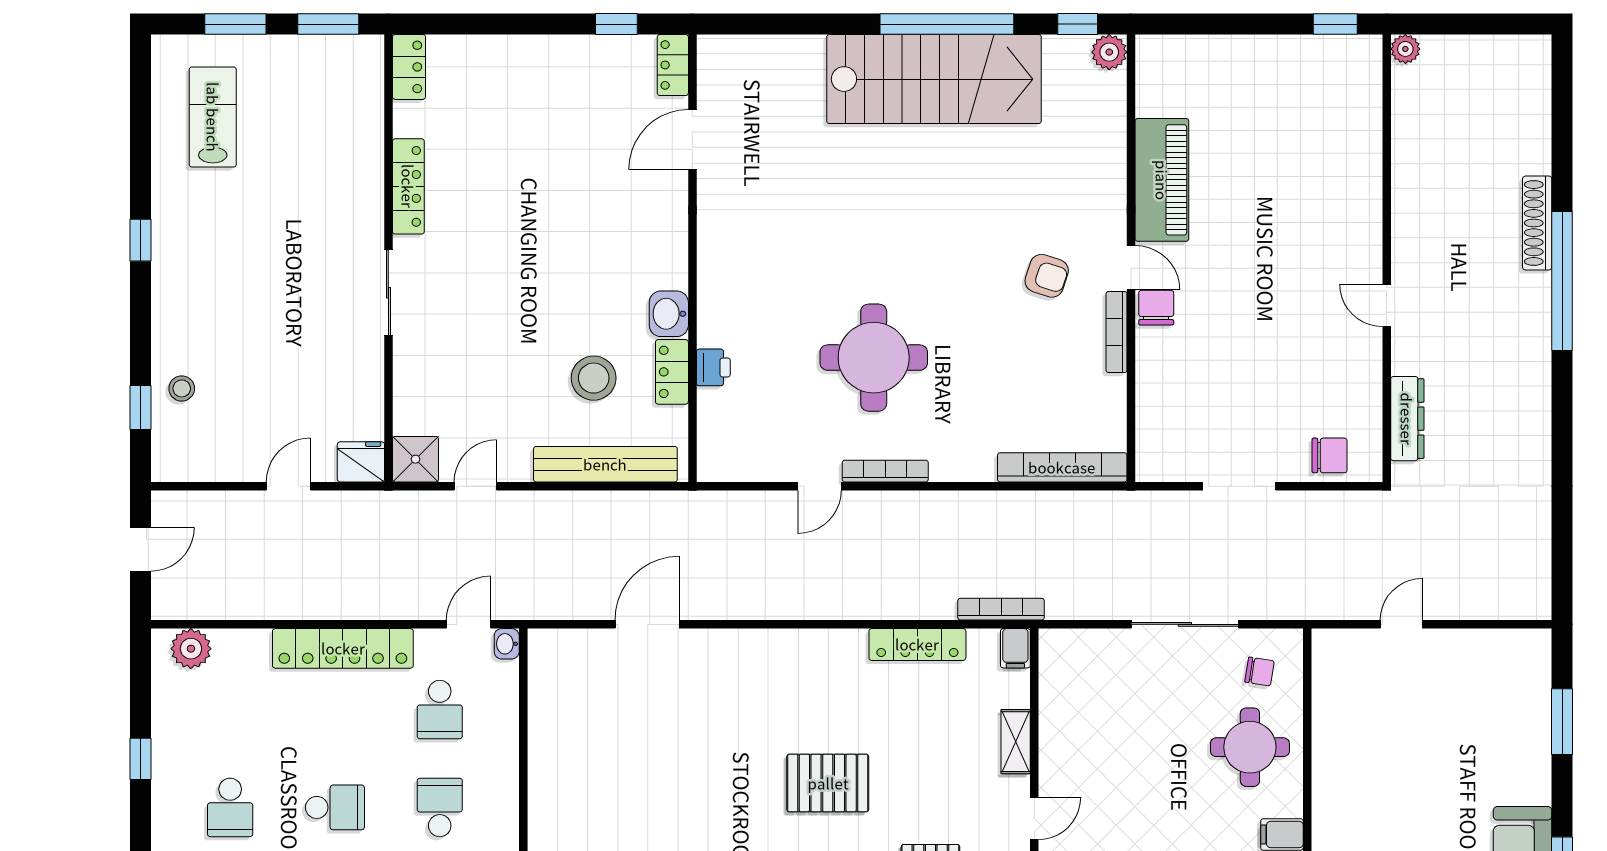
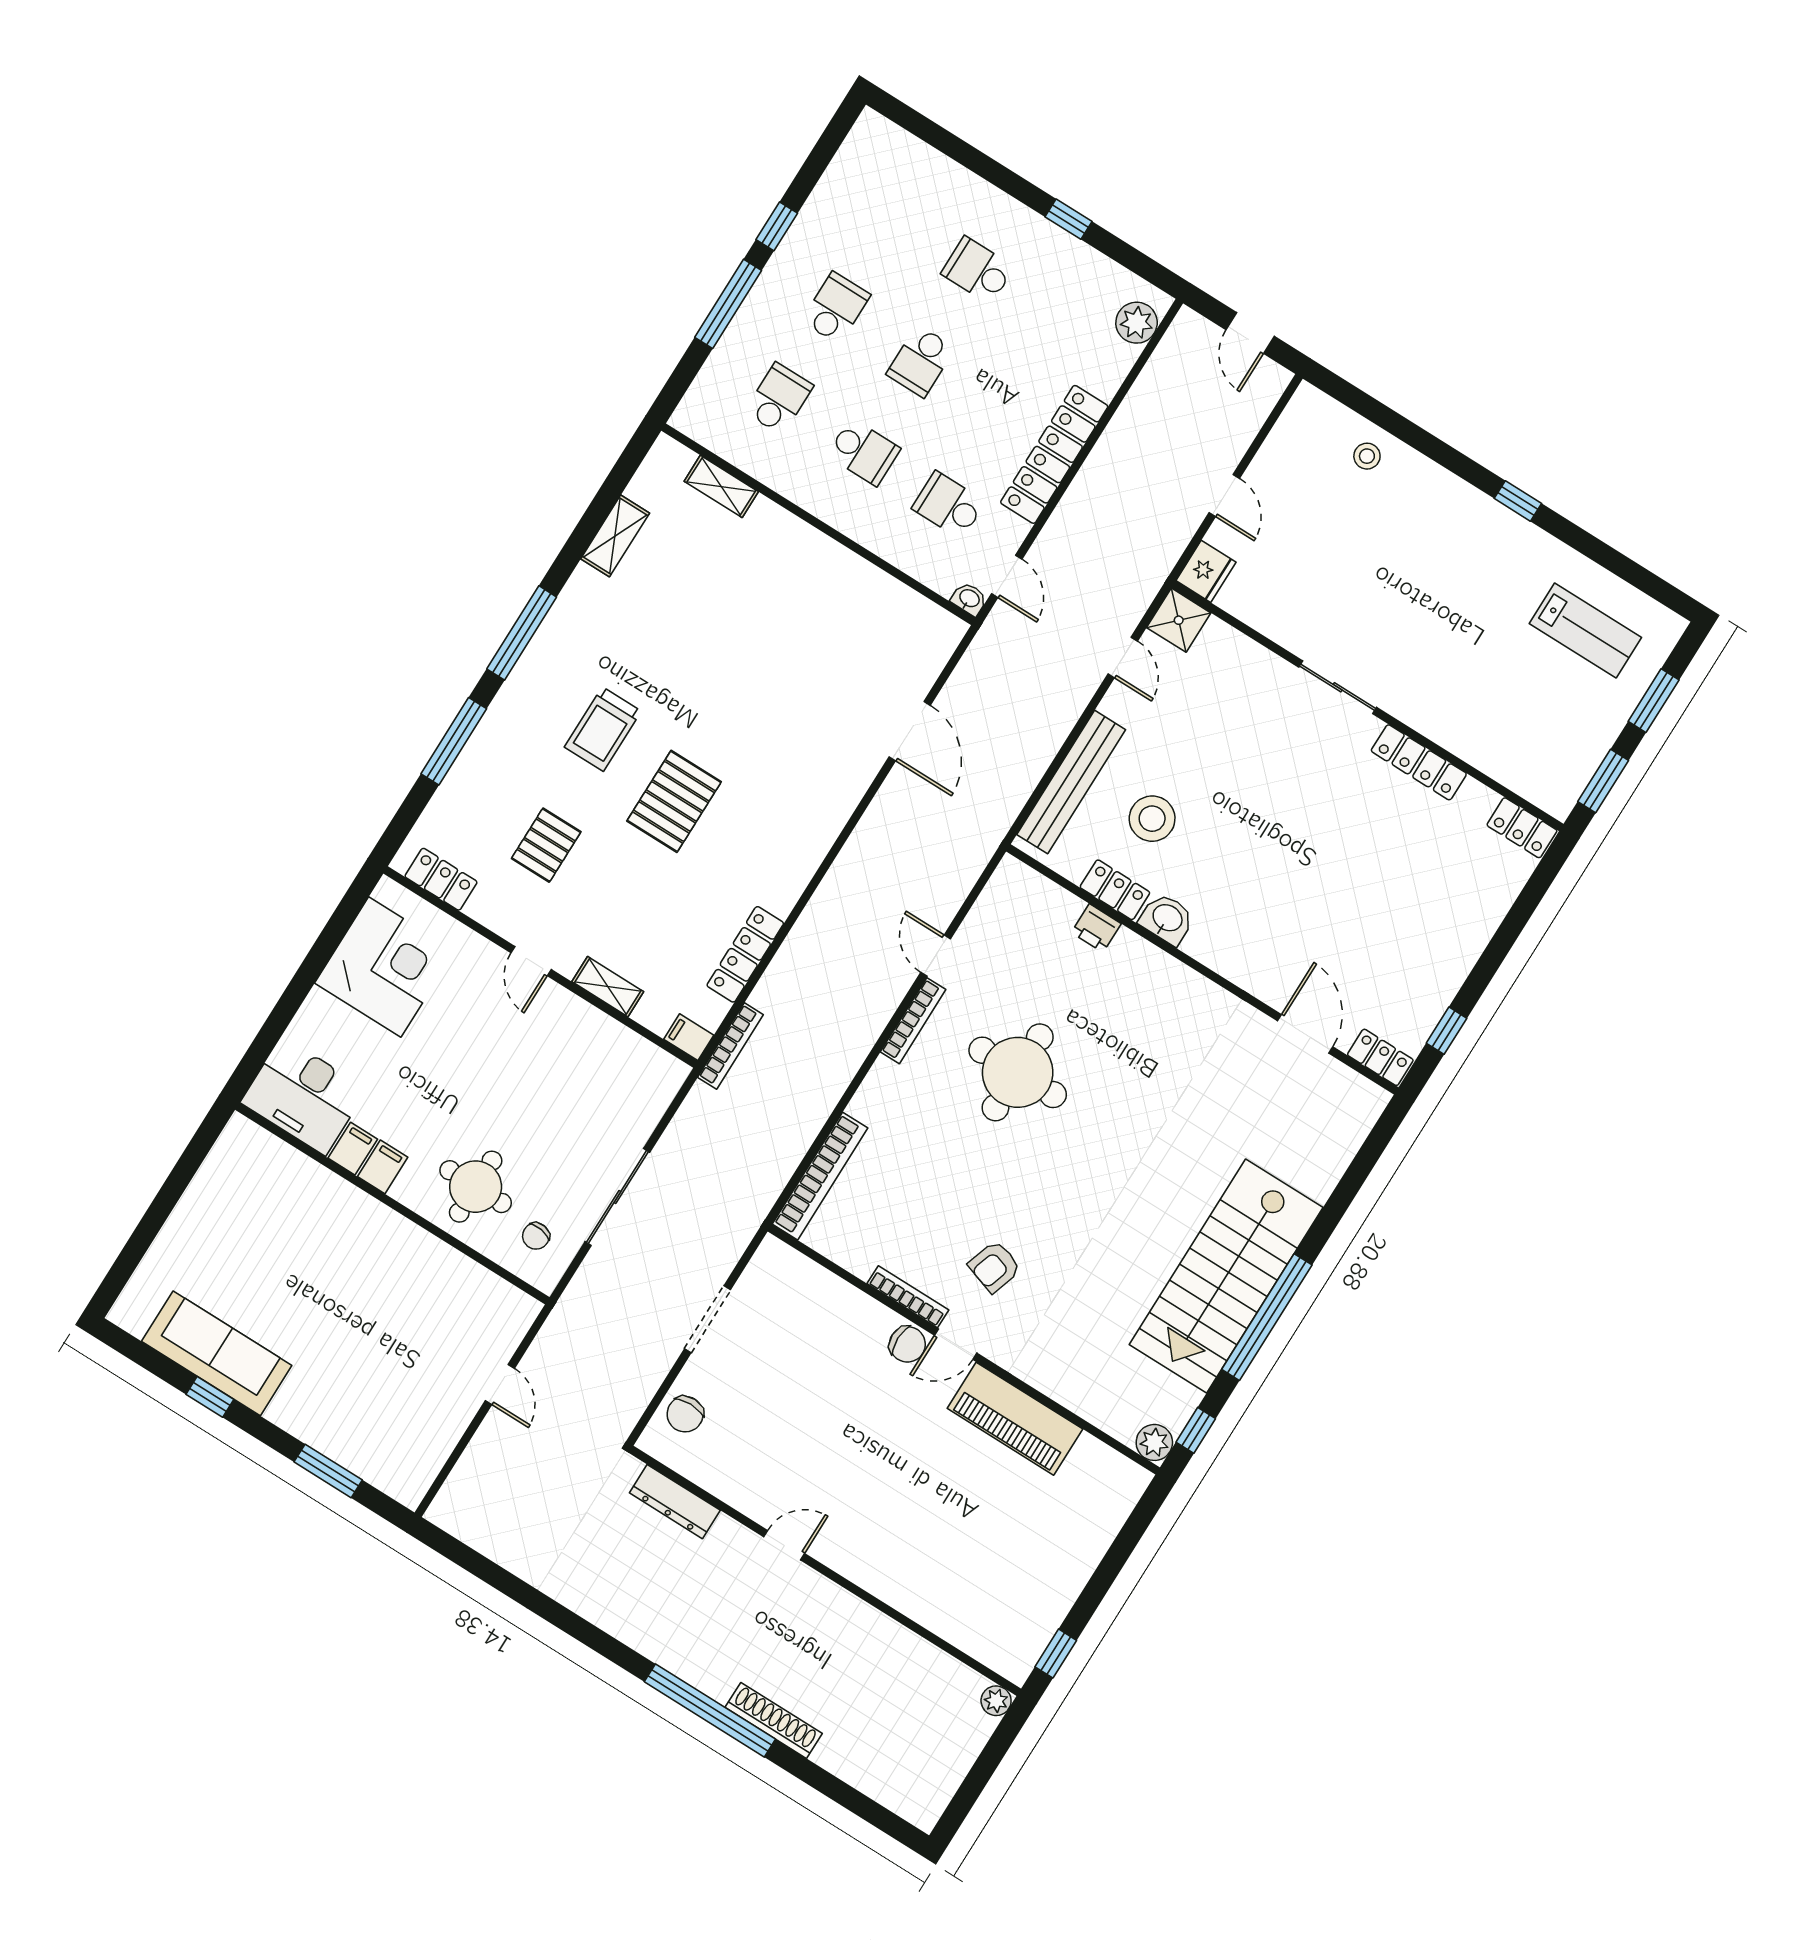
window: (140, 407) -> (1373, 410), removed

